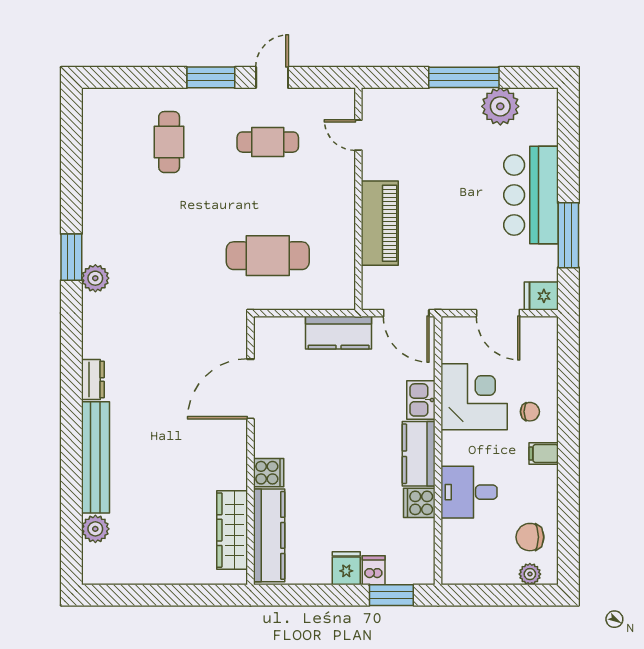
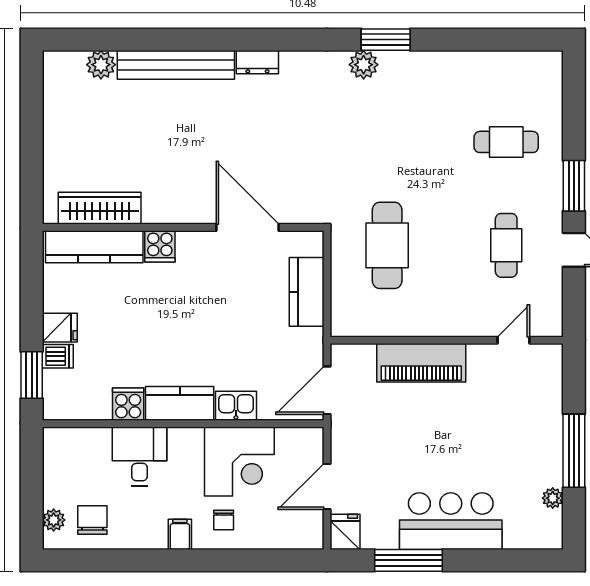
plant: (500, 106) -> (553, 498), width x0.53, depth x0.53
kitchen counter: (339, 333) -> (307, 292), moved

